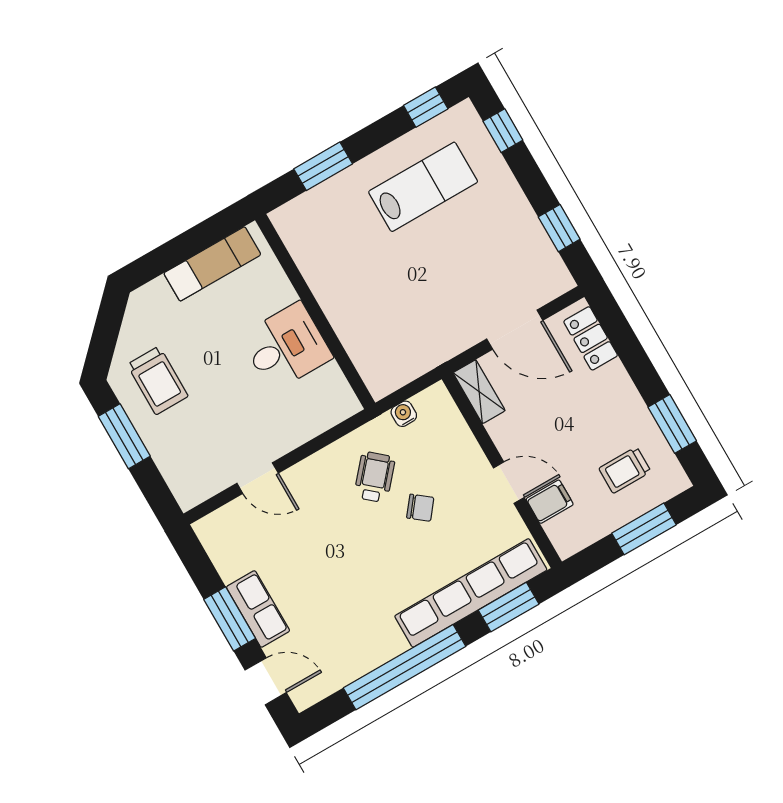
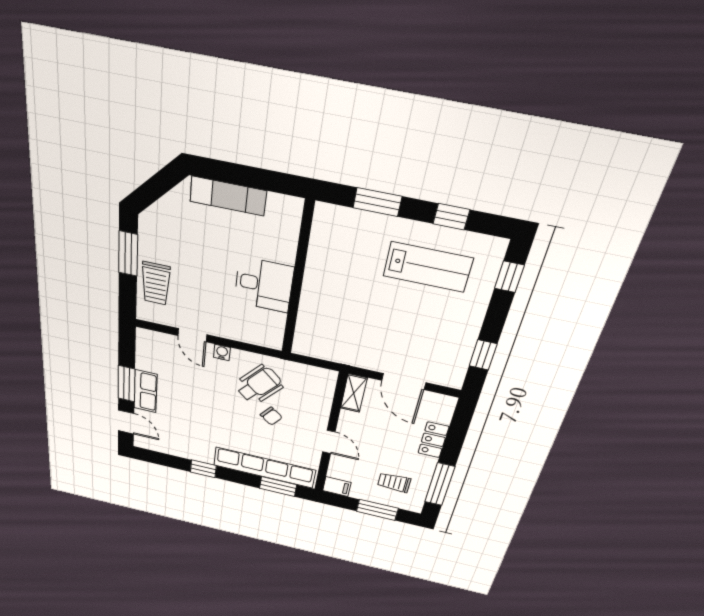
window: (426, 107) -> (451, 217), moved
exam couch: (212, 264) -> (228, 196), moved
locker: (591, 338) -> (433, 440), moved
trolley: (158, 380) -> (156, 284), moved
water cooler: (404, 414) -> (222, 352), moved
window: (672, 424) -> (440, 484), width x1.44
wheelchair: (374, 477) -> (259, 385), width x1.36, depth x1.37
filing cabinet: (550, 502) -> (337, 487), moved
window: (404, 667) -> (203, 469), width x0.32

